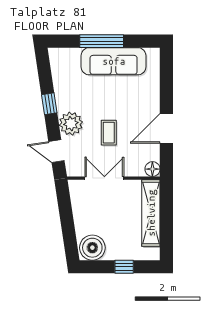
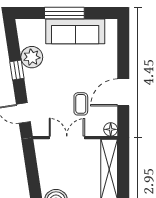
plant: (71, 124) -> (32, 57), moved
coffee table: (109, 133) -> (81, 104), moved

